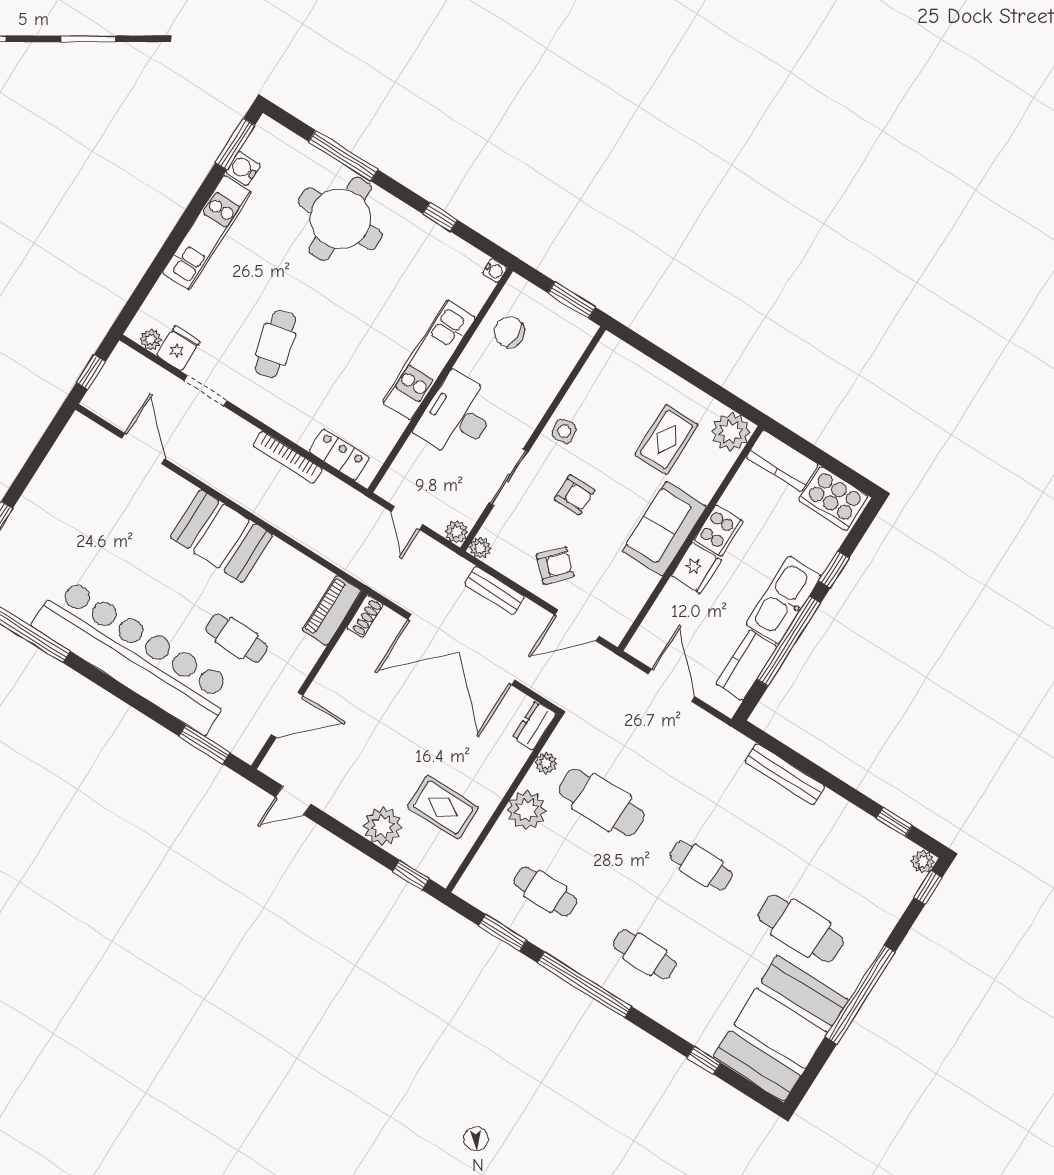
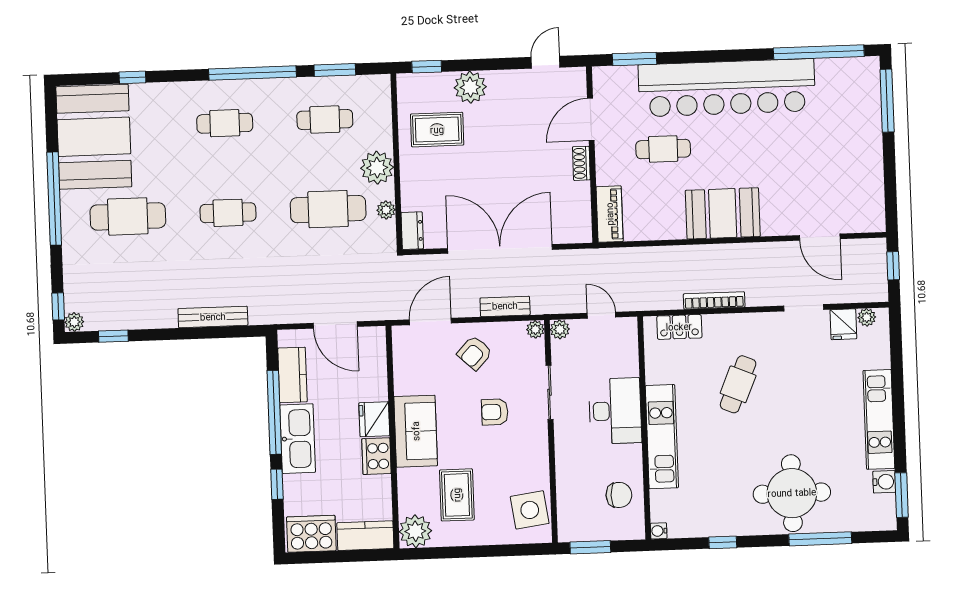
cafe table: (275, 344) -> (738, 384), moved, turned 36
side table: (564, 431) -> (530, 510), moved, width x1.87, depth x1.87
shoe rack: (365, 616) -> (581, 163), moved

